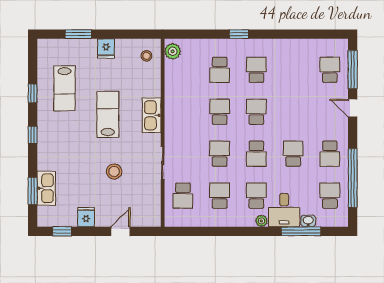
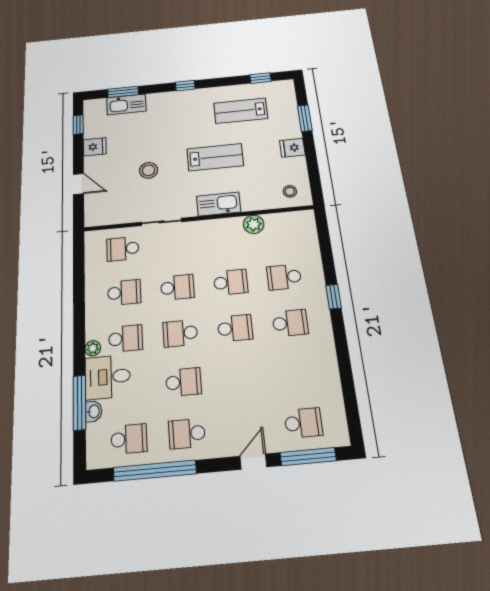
plant: (173, 51) -> (254, 224), moved
window: (33, 93) -> (261, 78), moved

